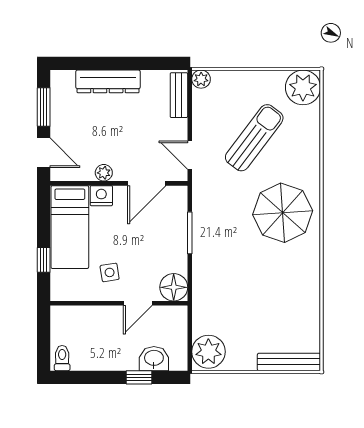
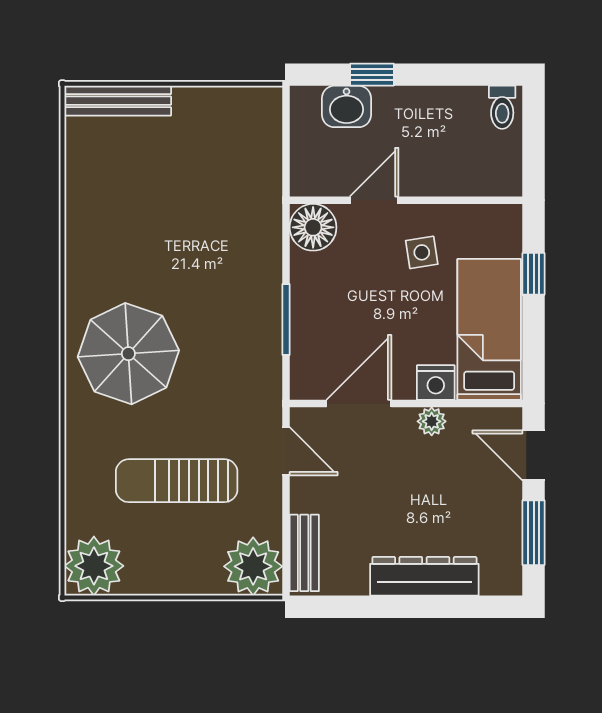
plant: (201, 79) -> (253, 566), width x1.88, depth x1.88
sun lounger: (254, 138) -> (177, 481), turned 53
plant: (208, 352) -> (254, 118), removed

